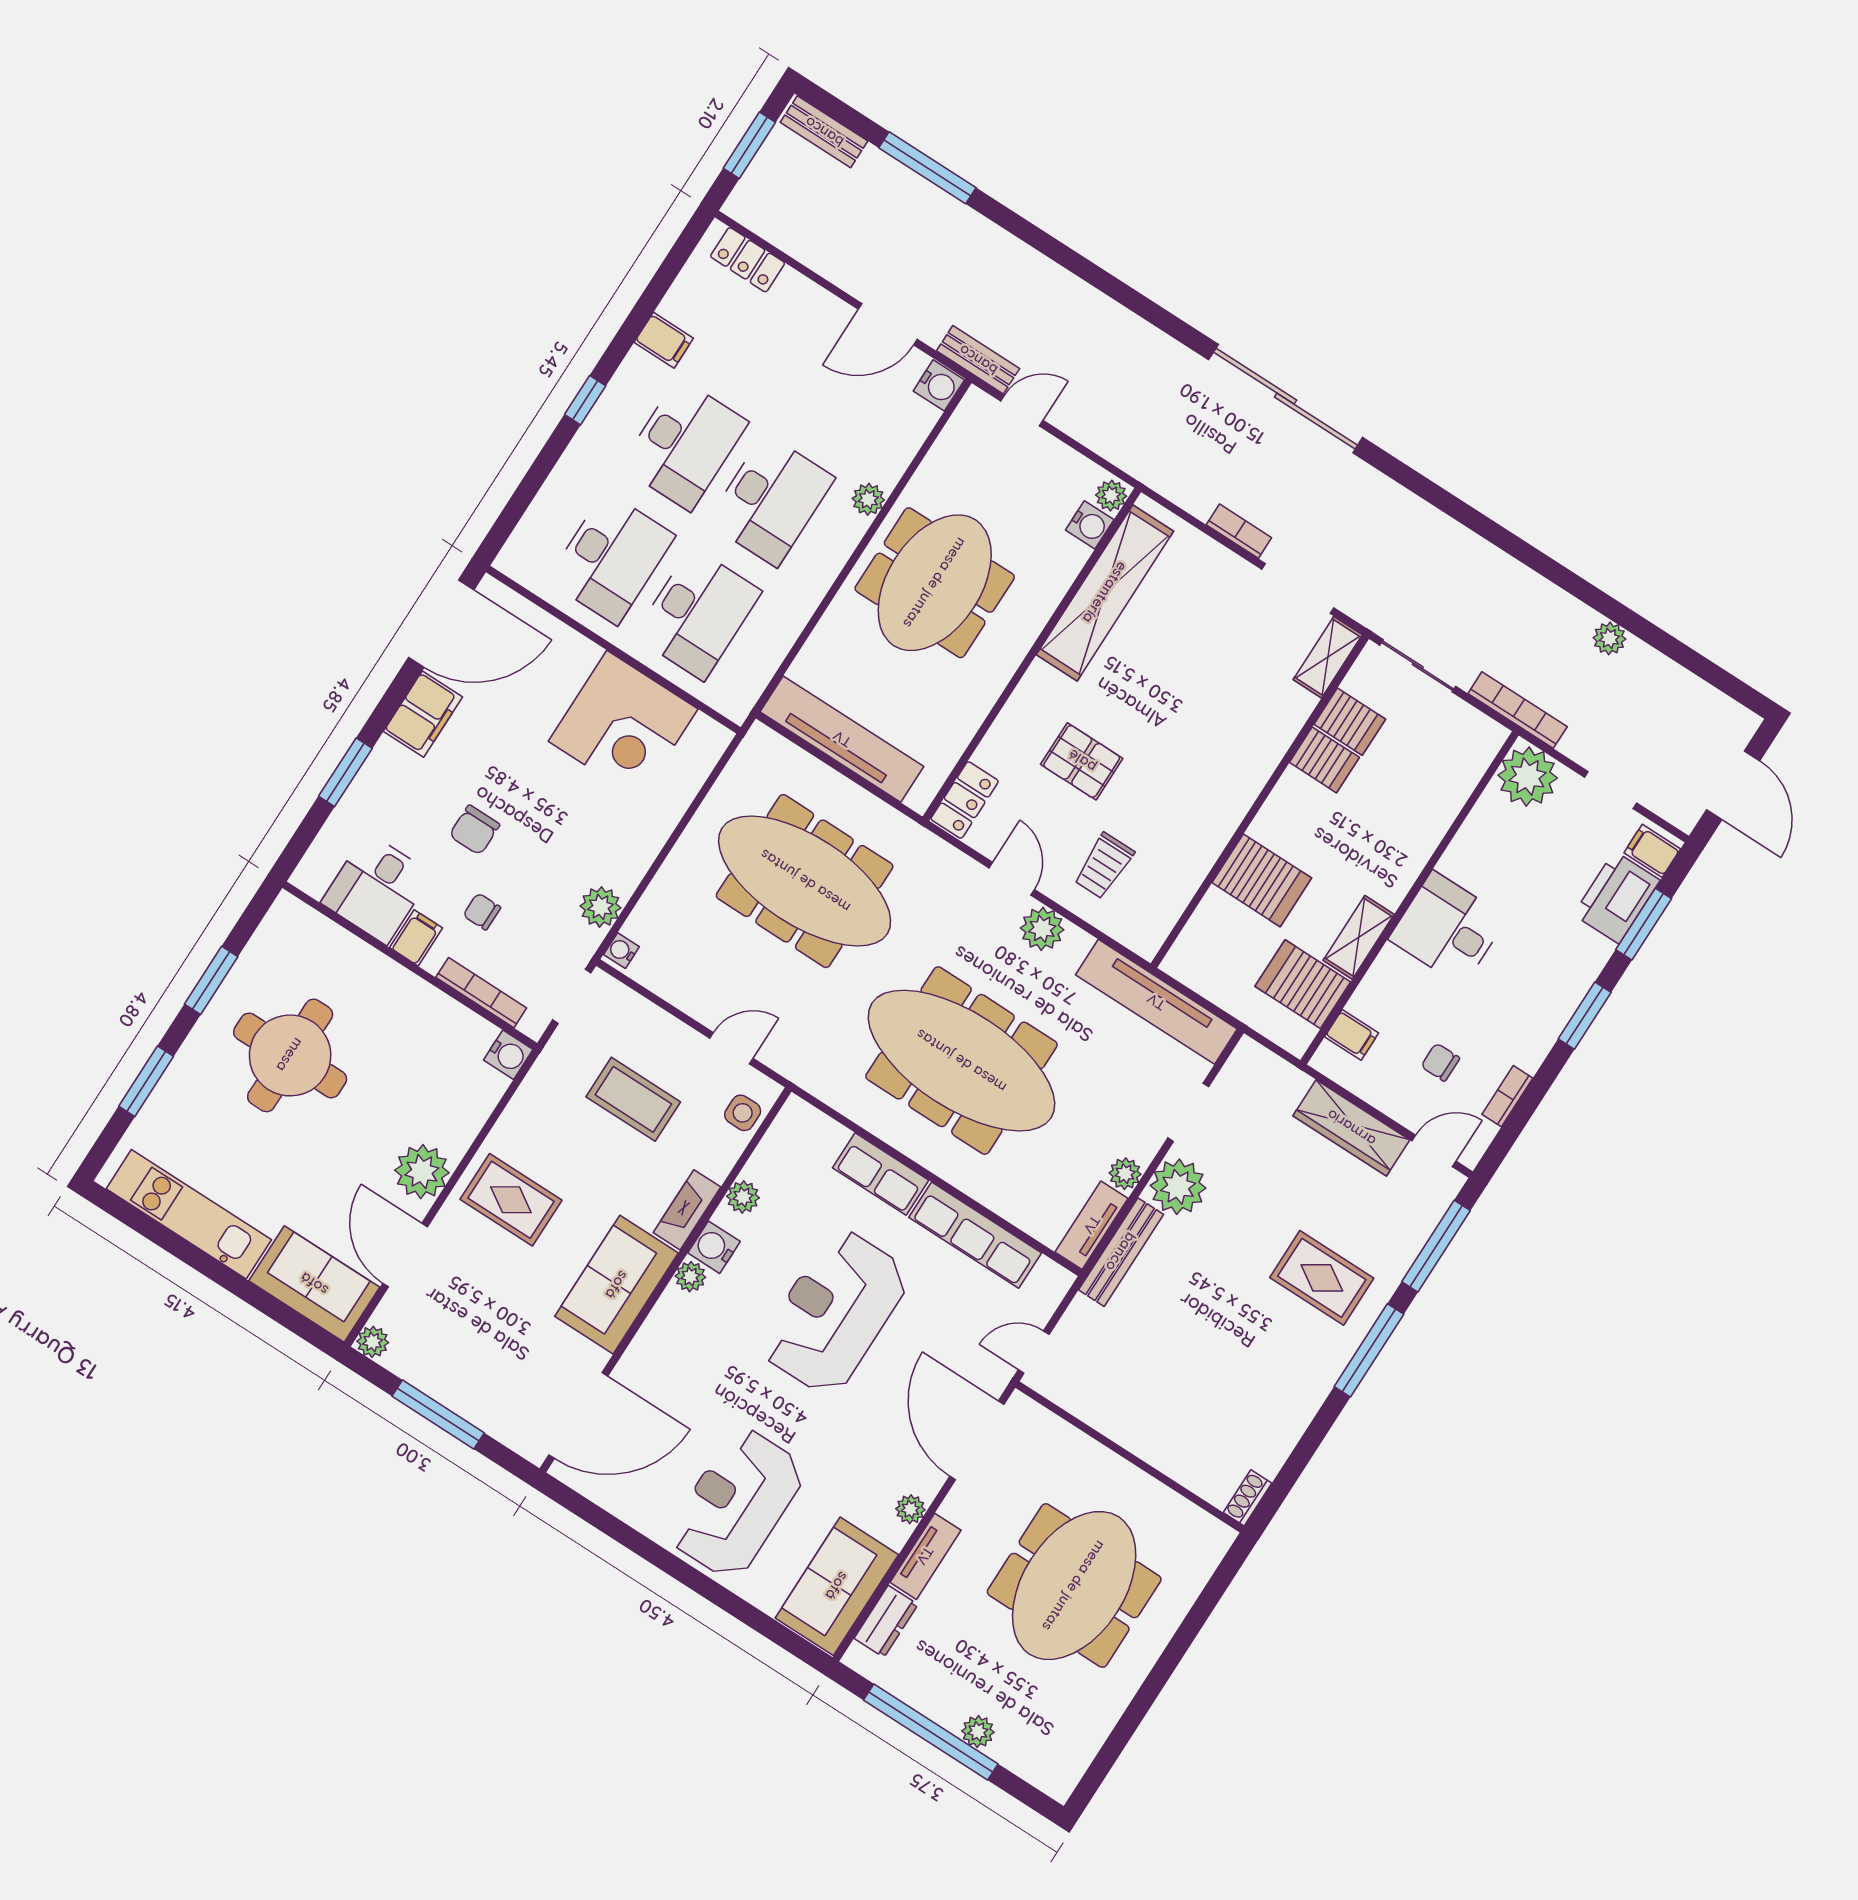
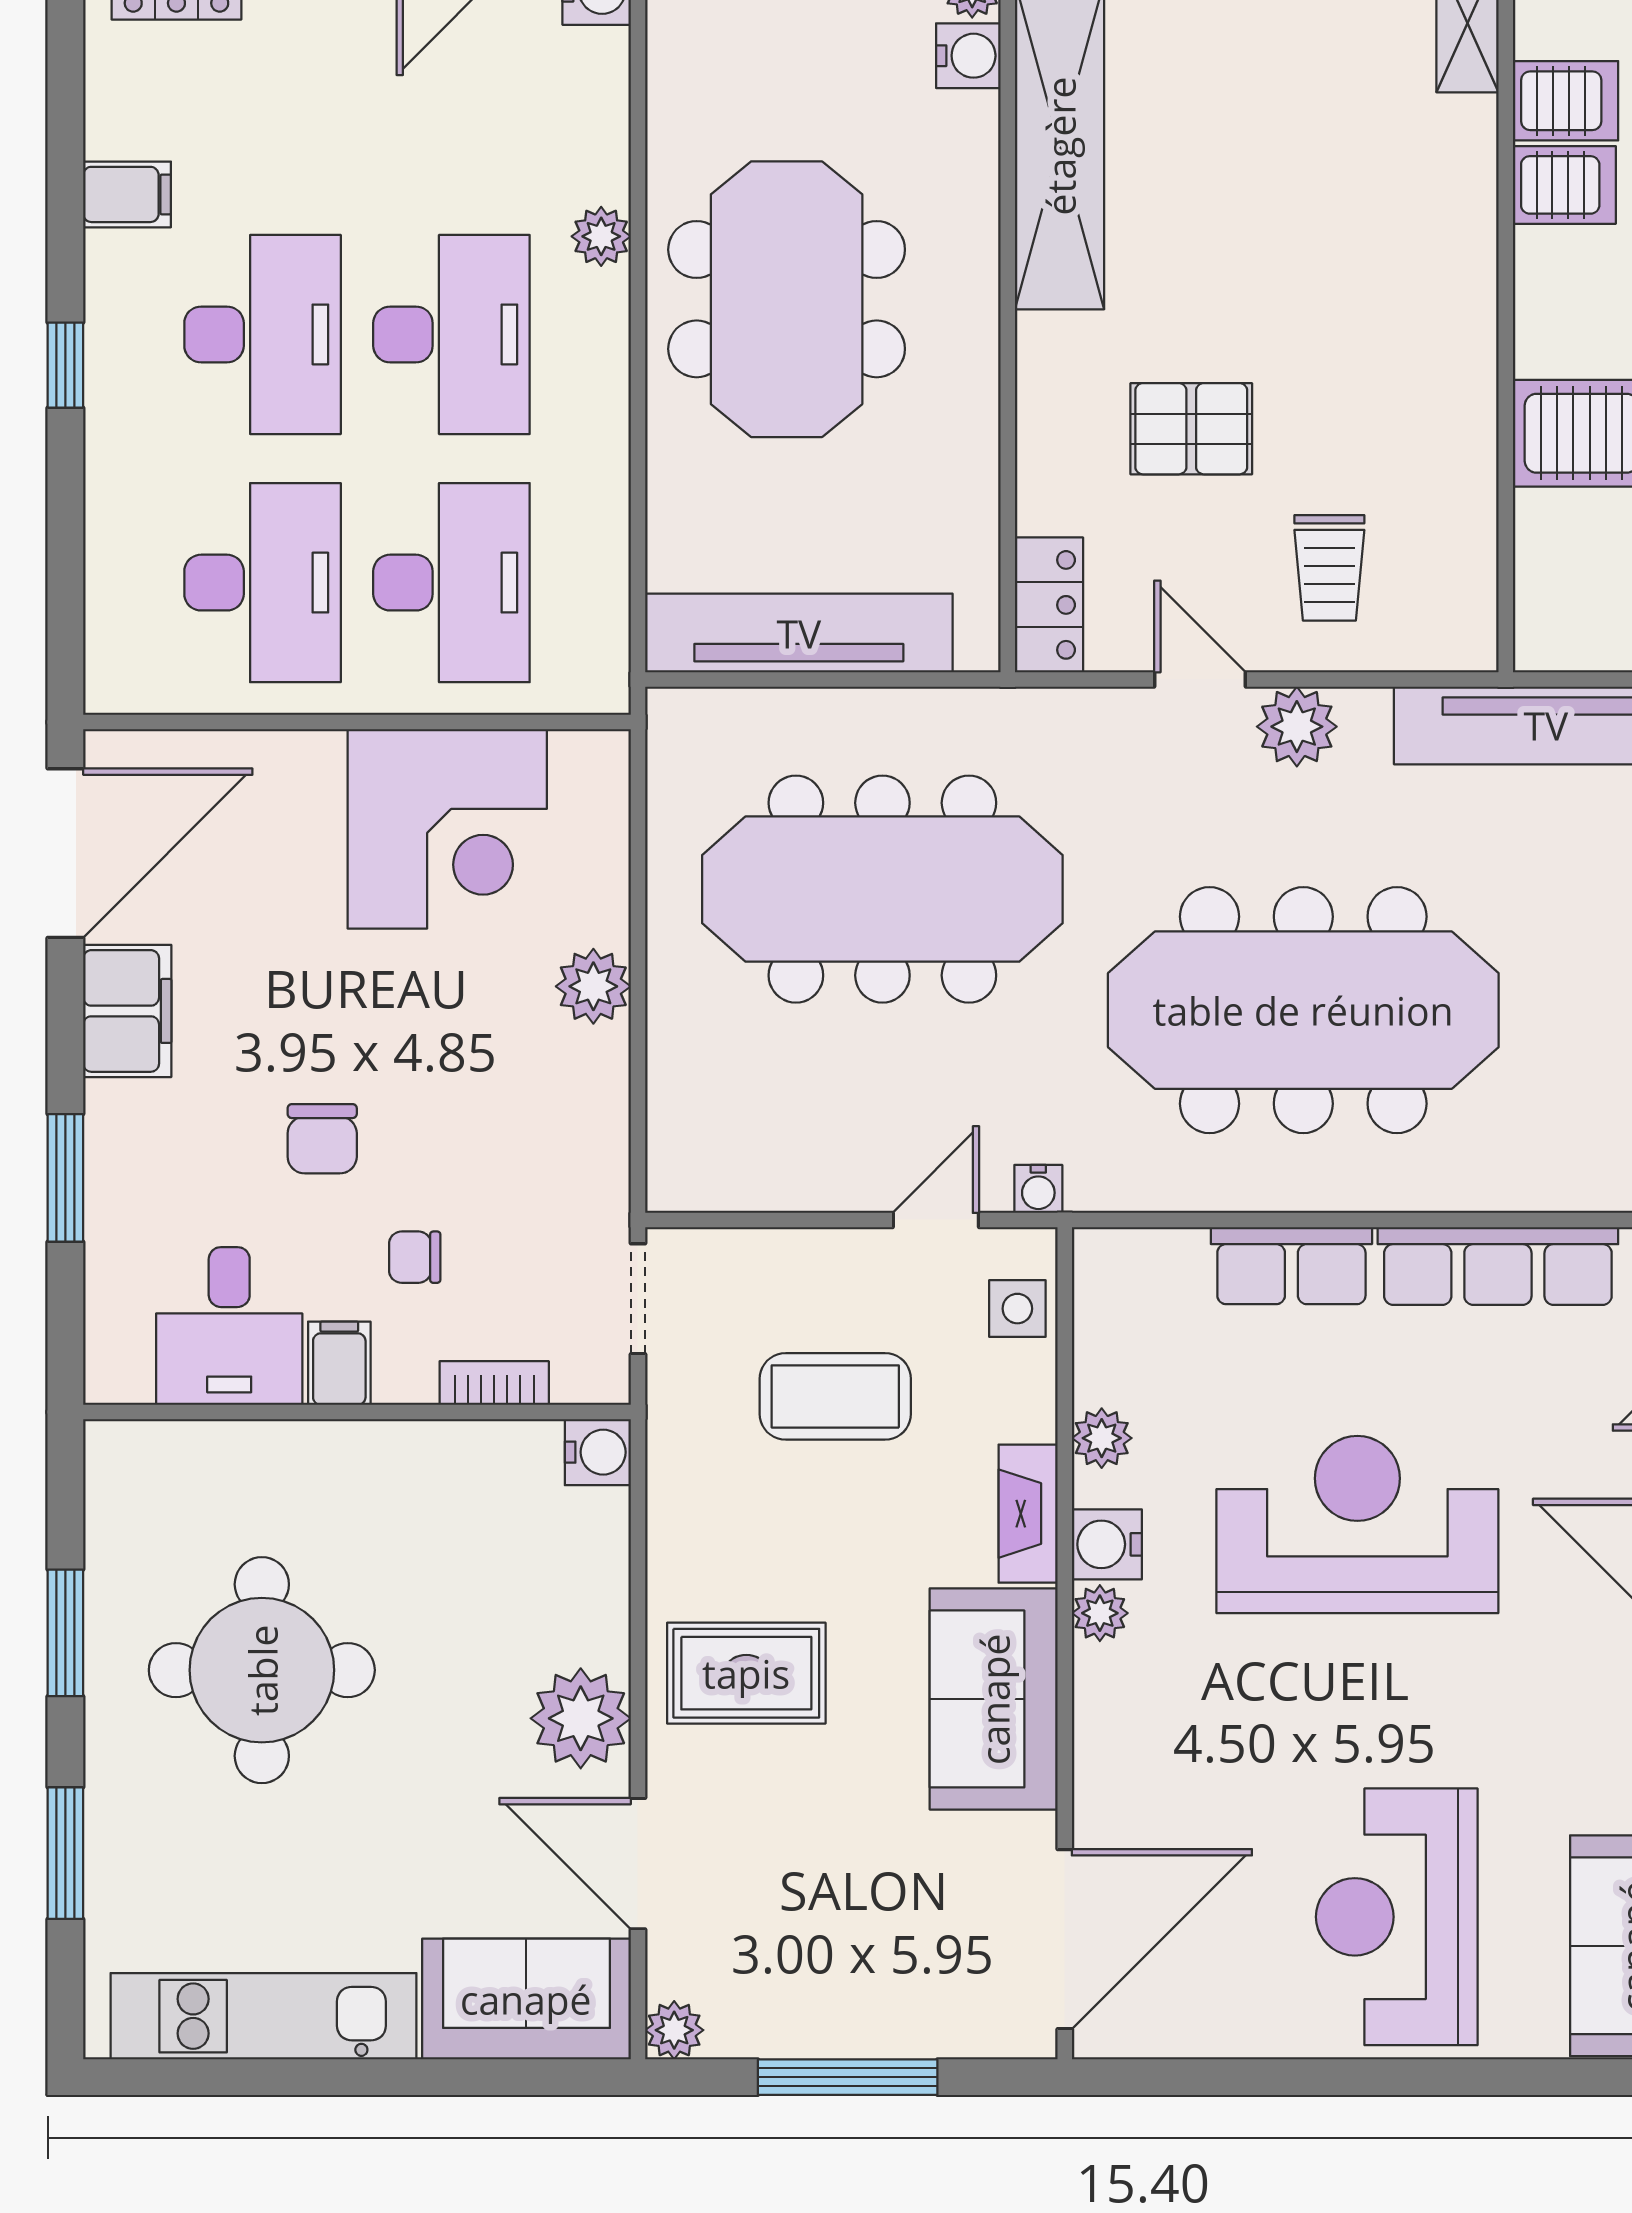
plant: (601, 907) -> (593, 986), moved
water cooler: (621, 951) -> (1038, 1189), moved, turned -90
bookcase: (481, 993) -> (494, 1383), width x0.64
reception desk: (834, 1312) -> (1357, 1525), turned 90

